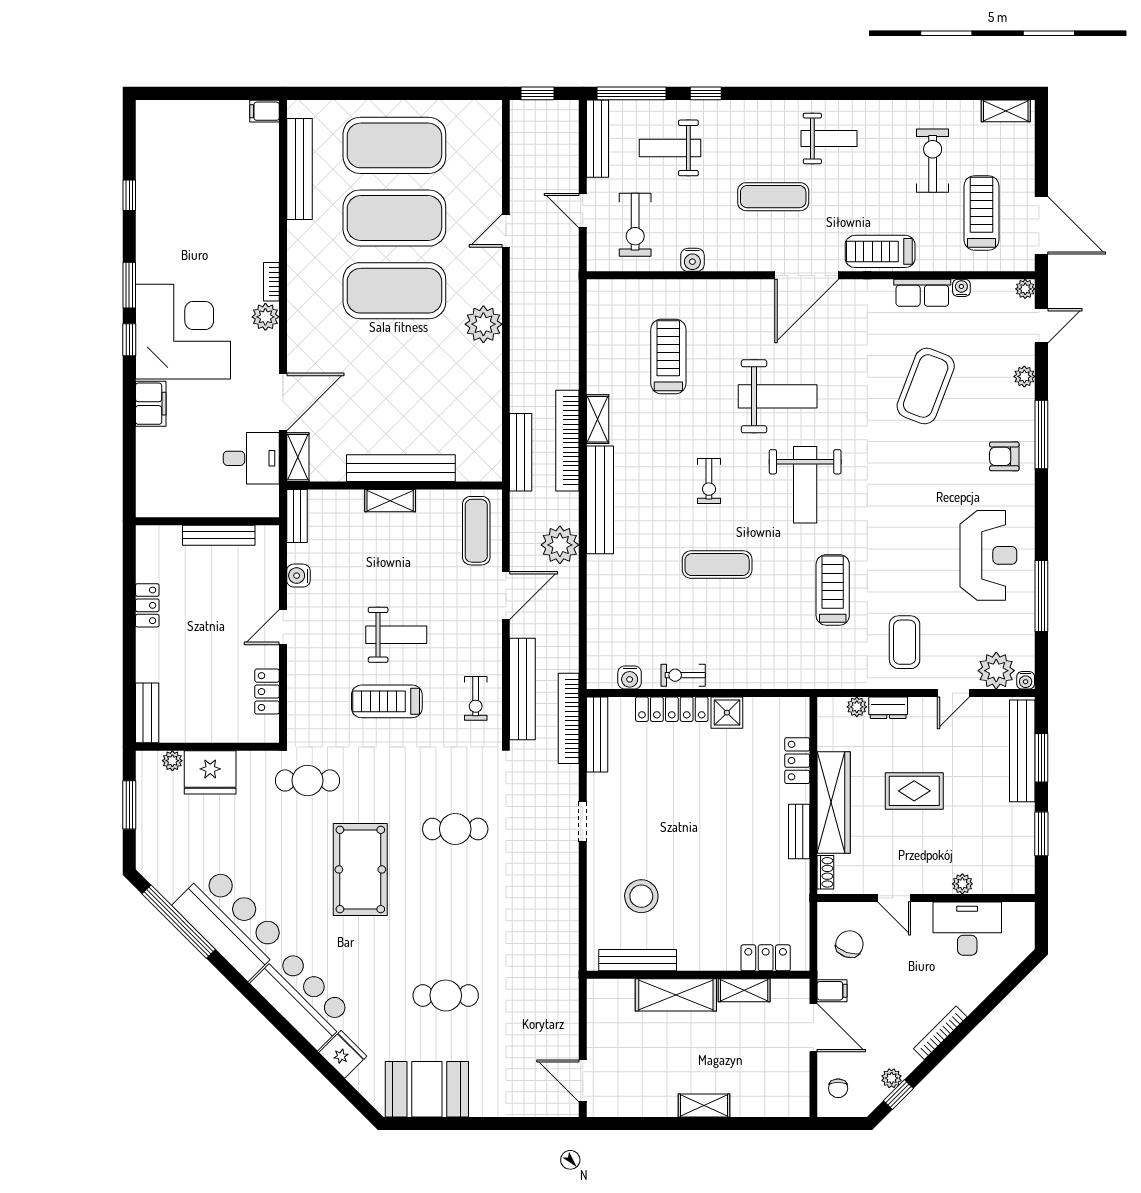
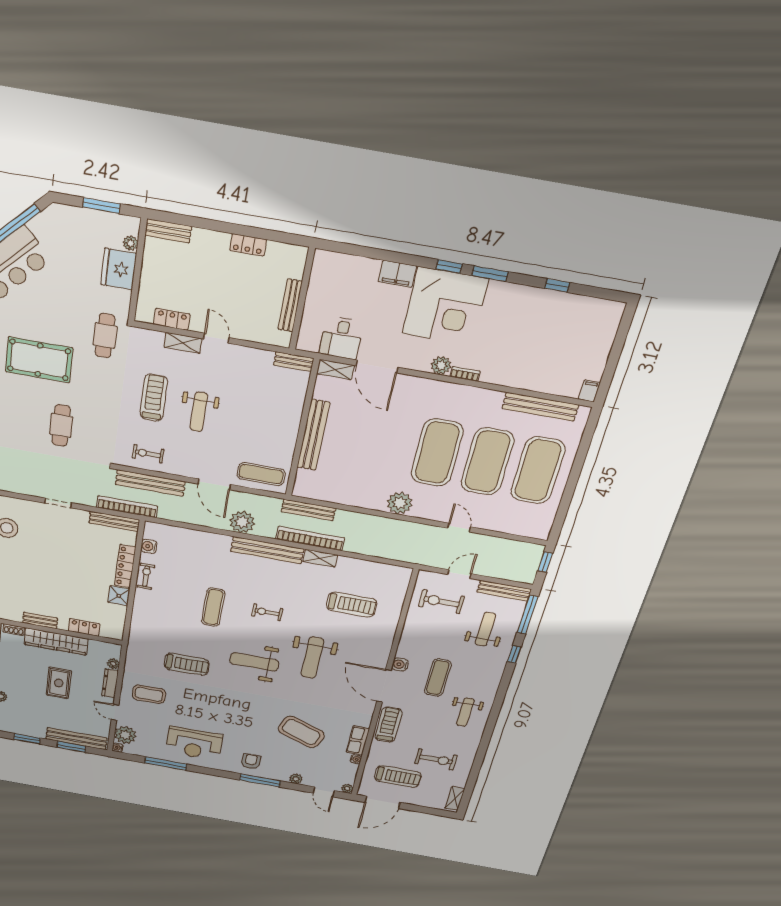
water cooler: (692, 260) -> (400, 664), moved
shelving: (390, 501) -> (183, 343), moved, turned 90
water cooler: (298, 576) -> (251, 355), removed
dresser: (888, 708) -> (110, 683), width x1.44

